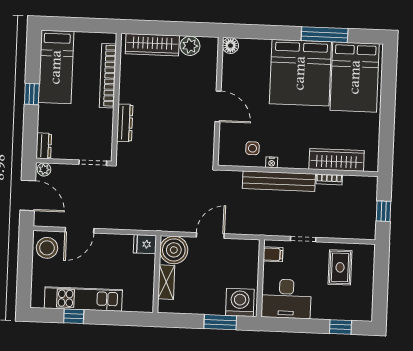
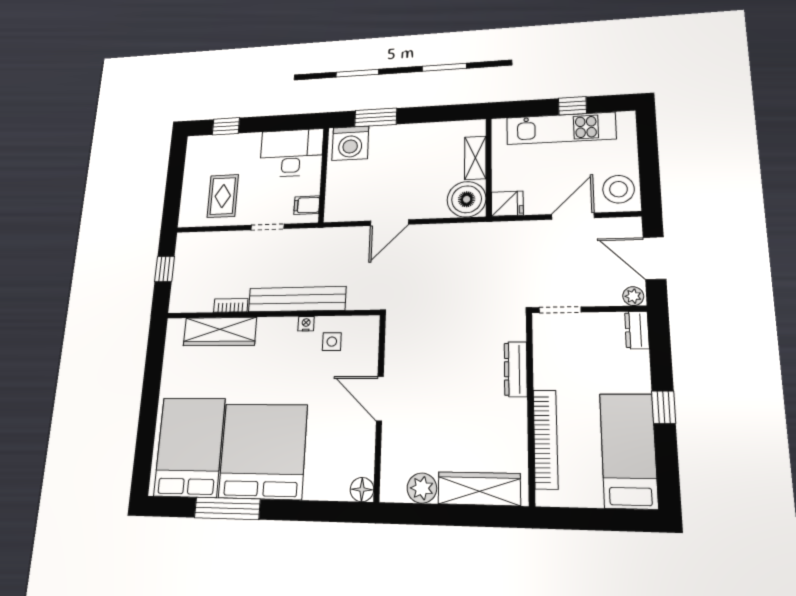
fridge: (145, 244) -> (507, 204), moved
boiler: (174, 250) -> (467, 199), moved
wall: (157, 274) -> (489, 167), moved
shelving: (166, 282) -> (475, 158), moved

